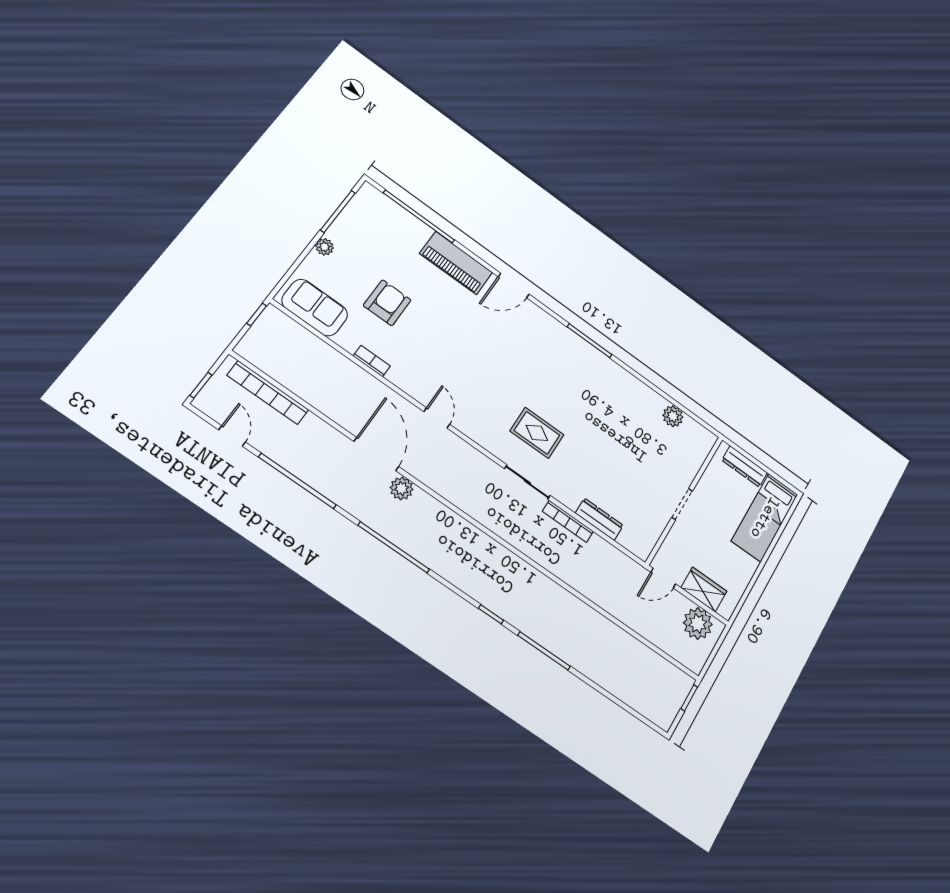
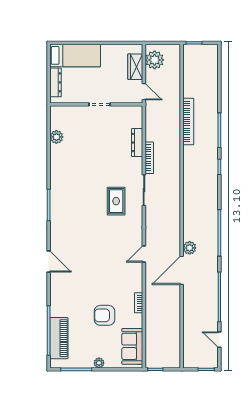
piano: (456, 263) -> (59, 338), moved
bookcase: (268, 393) -> (188, 122), moved
door: (232, 436) -> (219, 340), hinge flipped

